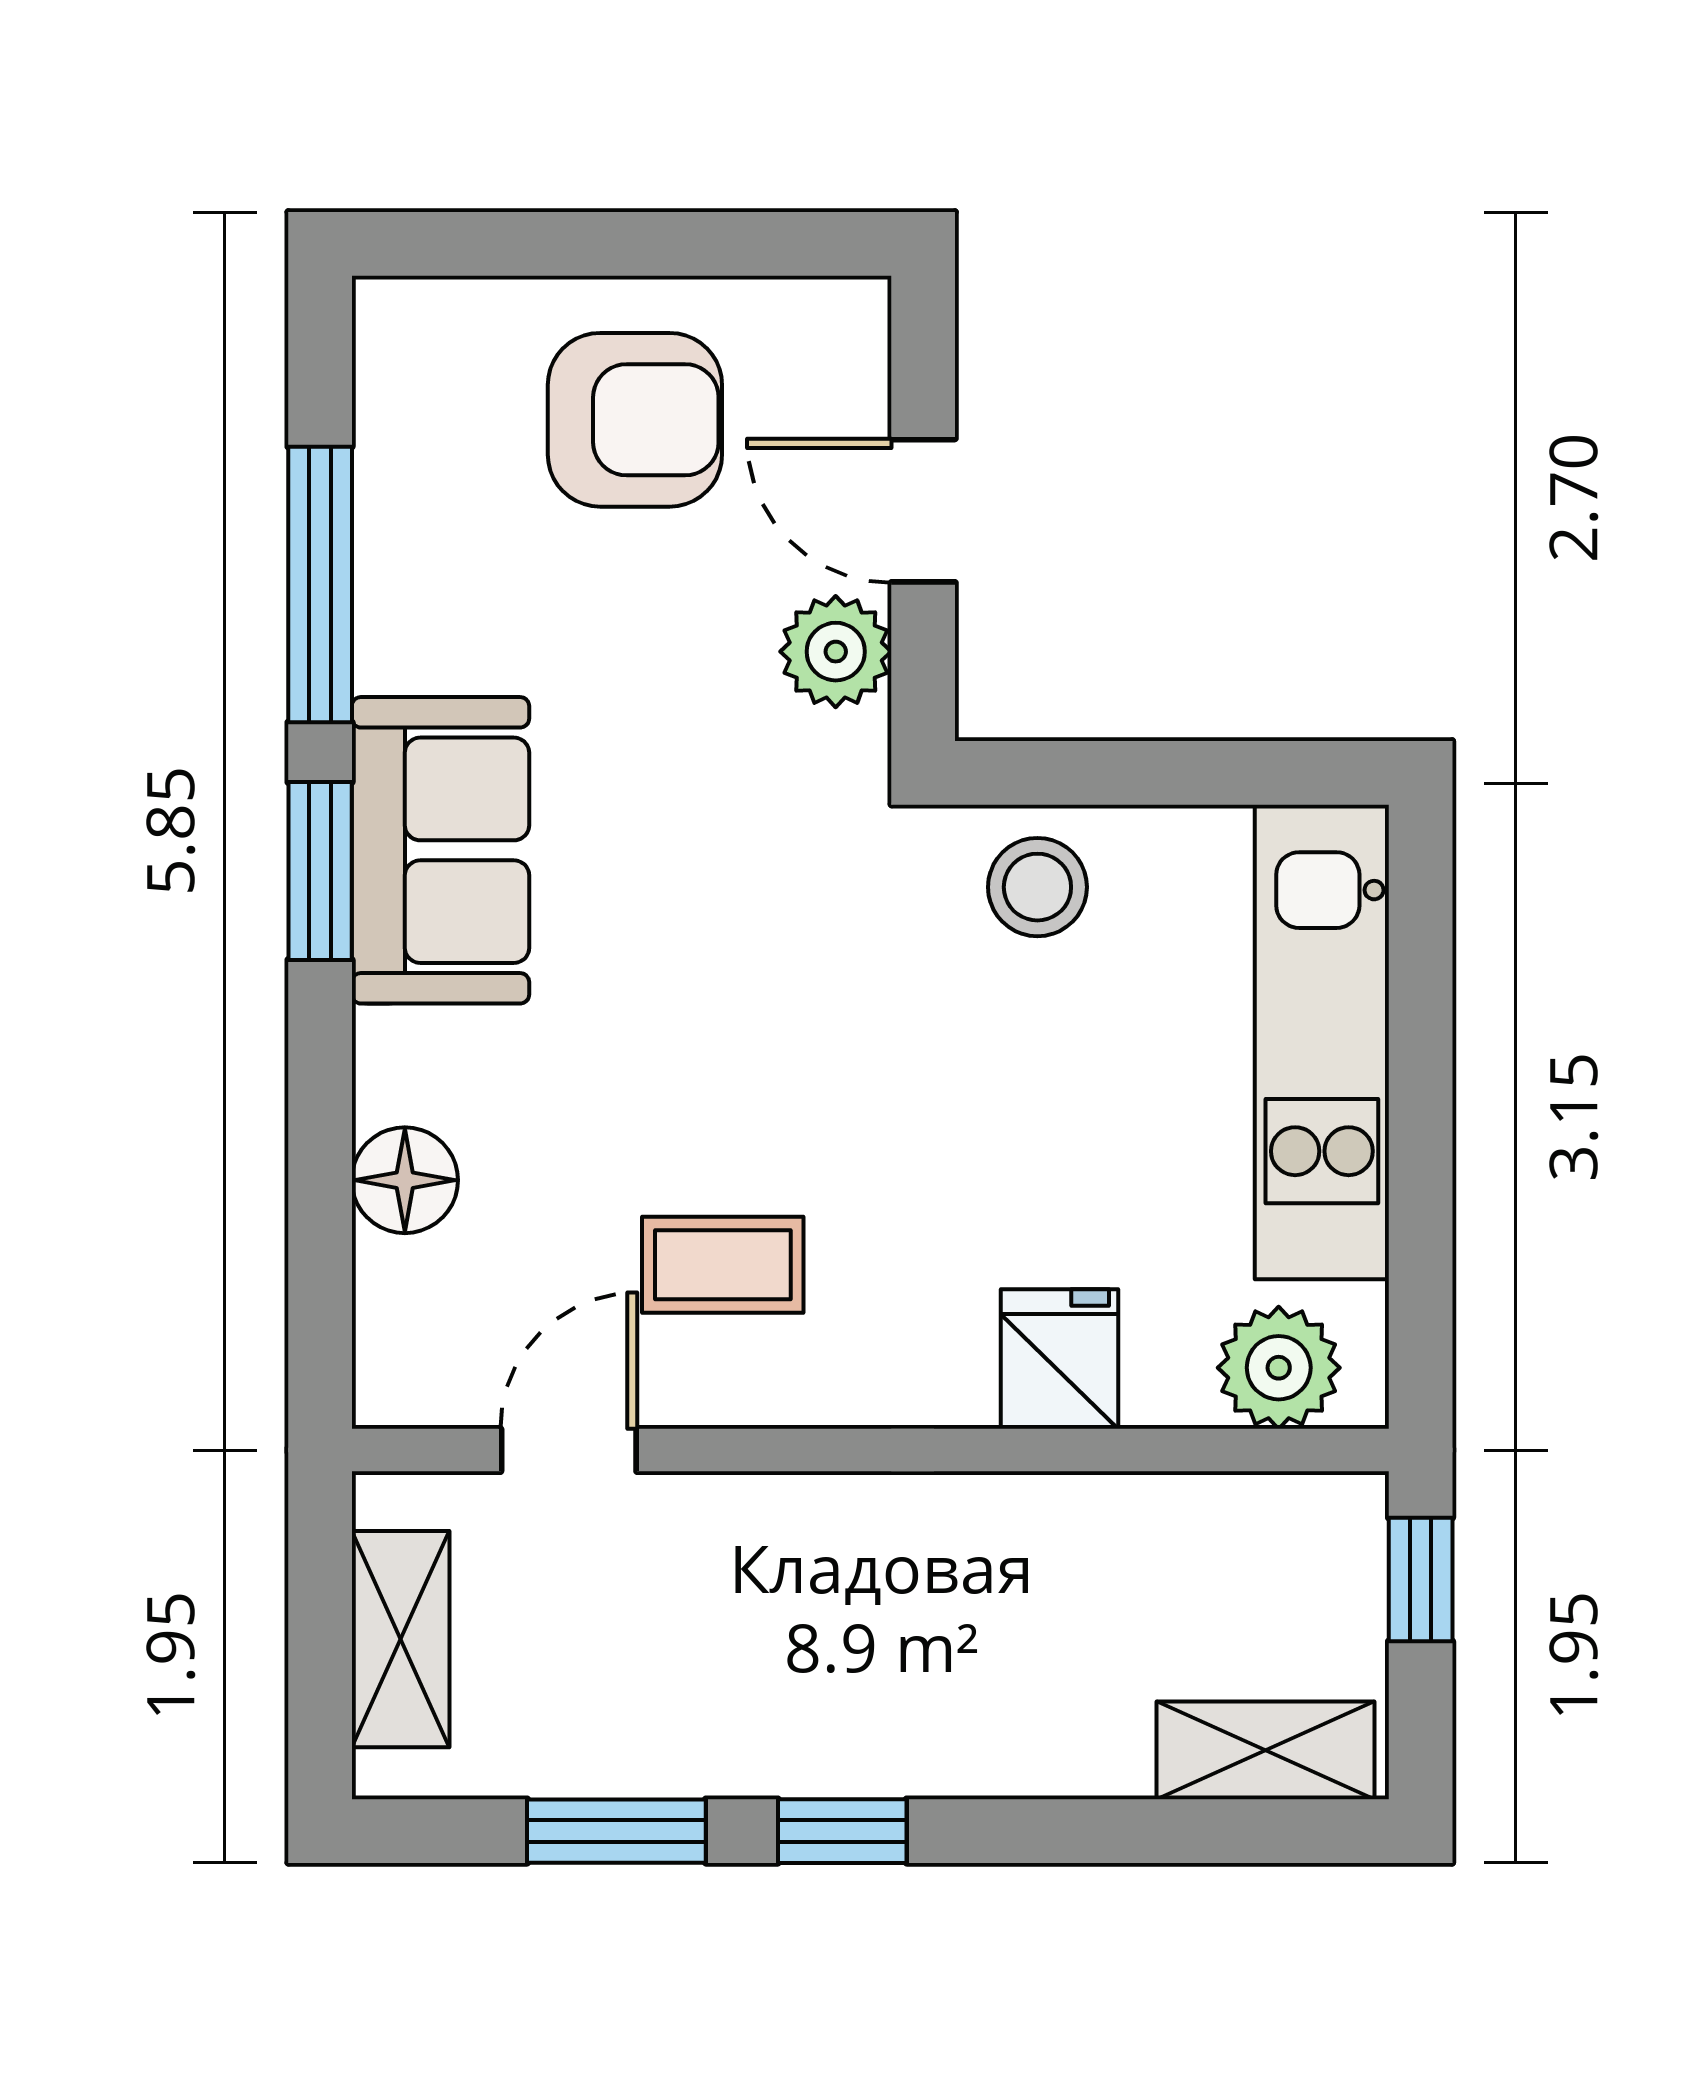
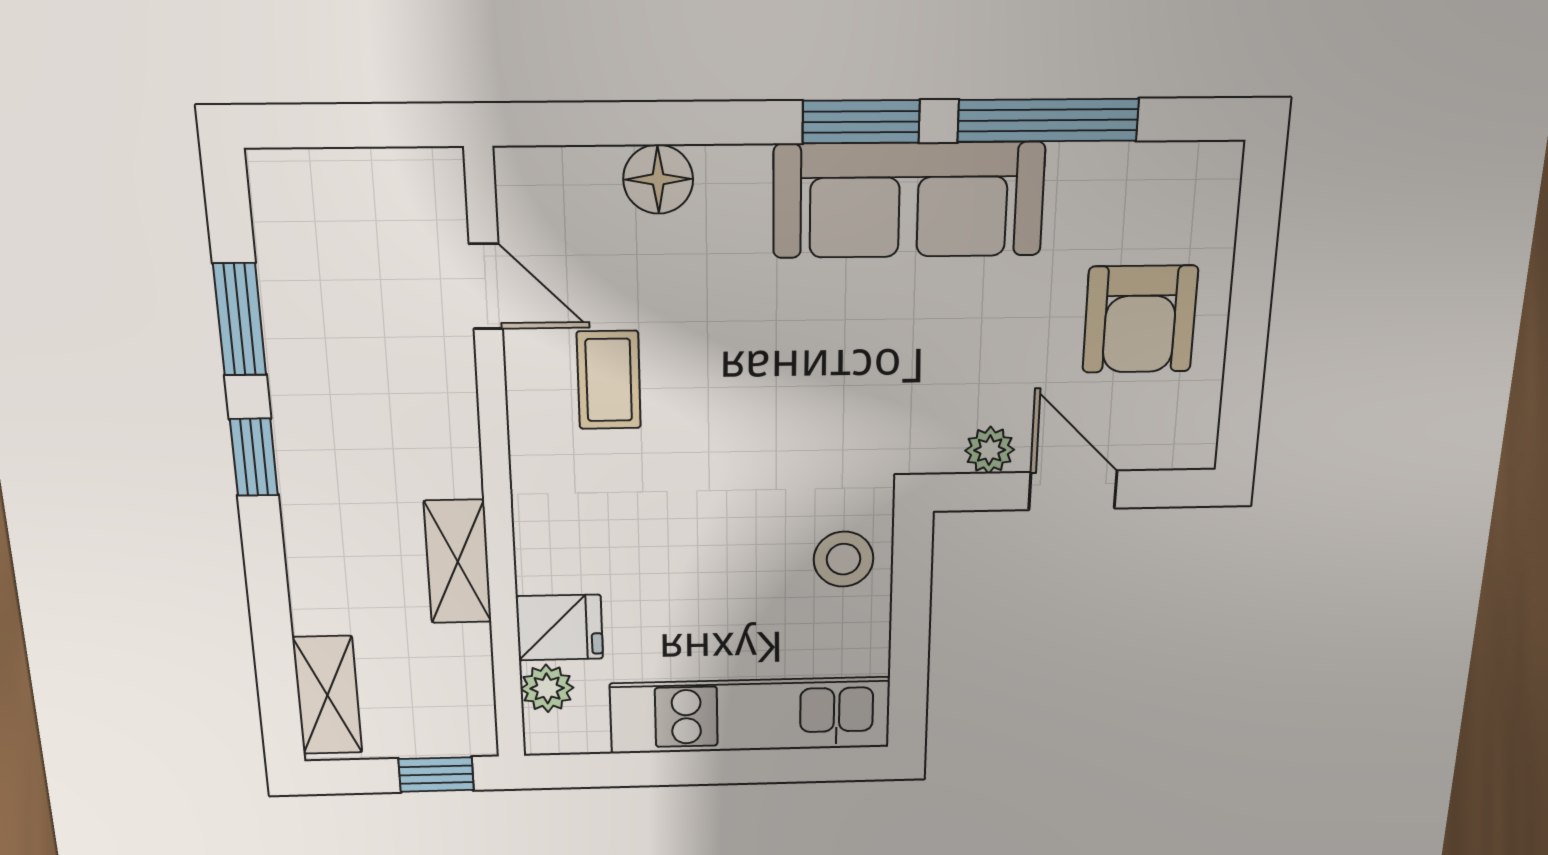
door: (923, 511) -> (1073, 490), hinge flipped
plant: (836, 652) -> (990, 450), width x0.73, depth x0.73
sofa: (440, 850) -> (909, 200), width x1.36
fridge: (1060, 1359) -> (560, 628), moved
plant: (1279, 1368) -> (547, 688), width x0.73, depth x0.73
shelving: (401, 1639) -> (458, 562), moved, turned 90

